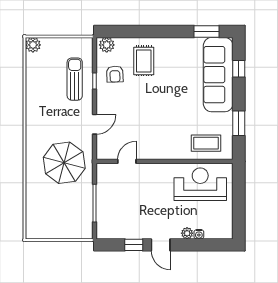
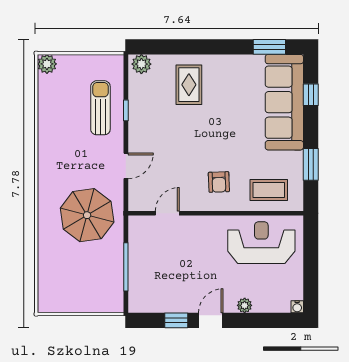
armchair: (115, 74) -> (219, 182), moved
water cooler: (199, 234) -> (297, 307), moved
door: (161, 245) -> (211, 320), swing flipped

